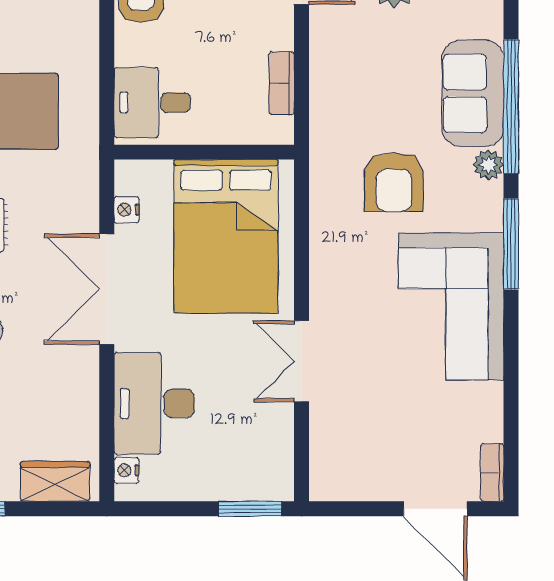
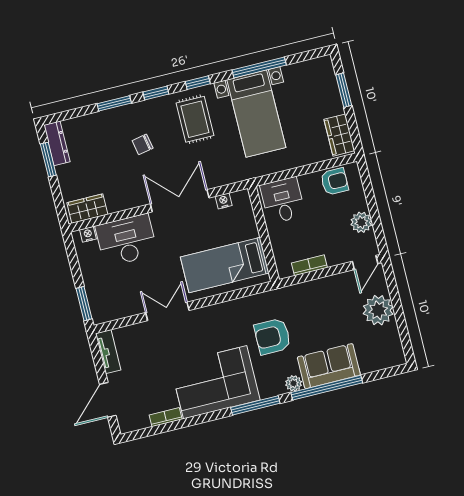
bed: (226, 236) -> (225, 265), width x0.67
bookcase: (492, 473) -> (166, 417), moved
wardrobe: (55, 481) -> (87, 209), moved, turned -90
tv unit: (348, 486) -> (108, 352), added

